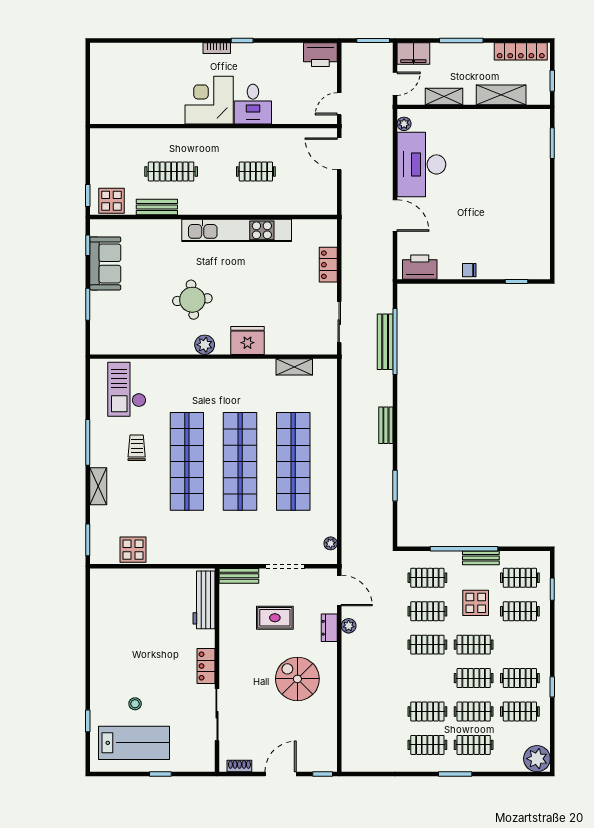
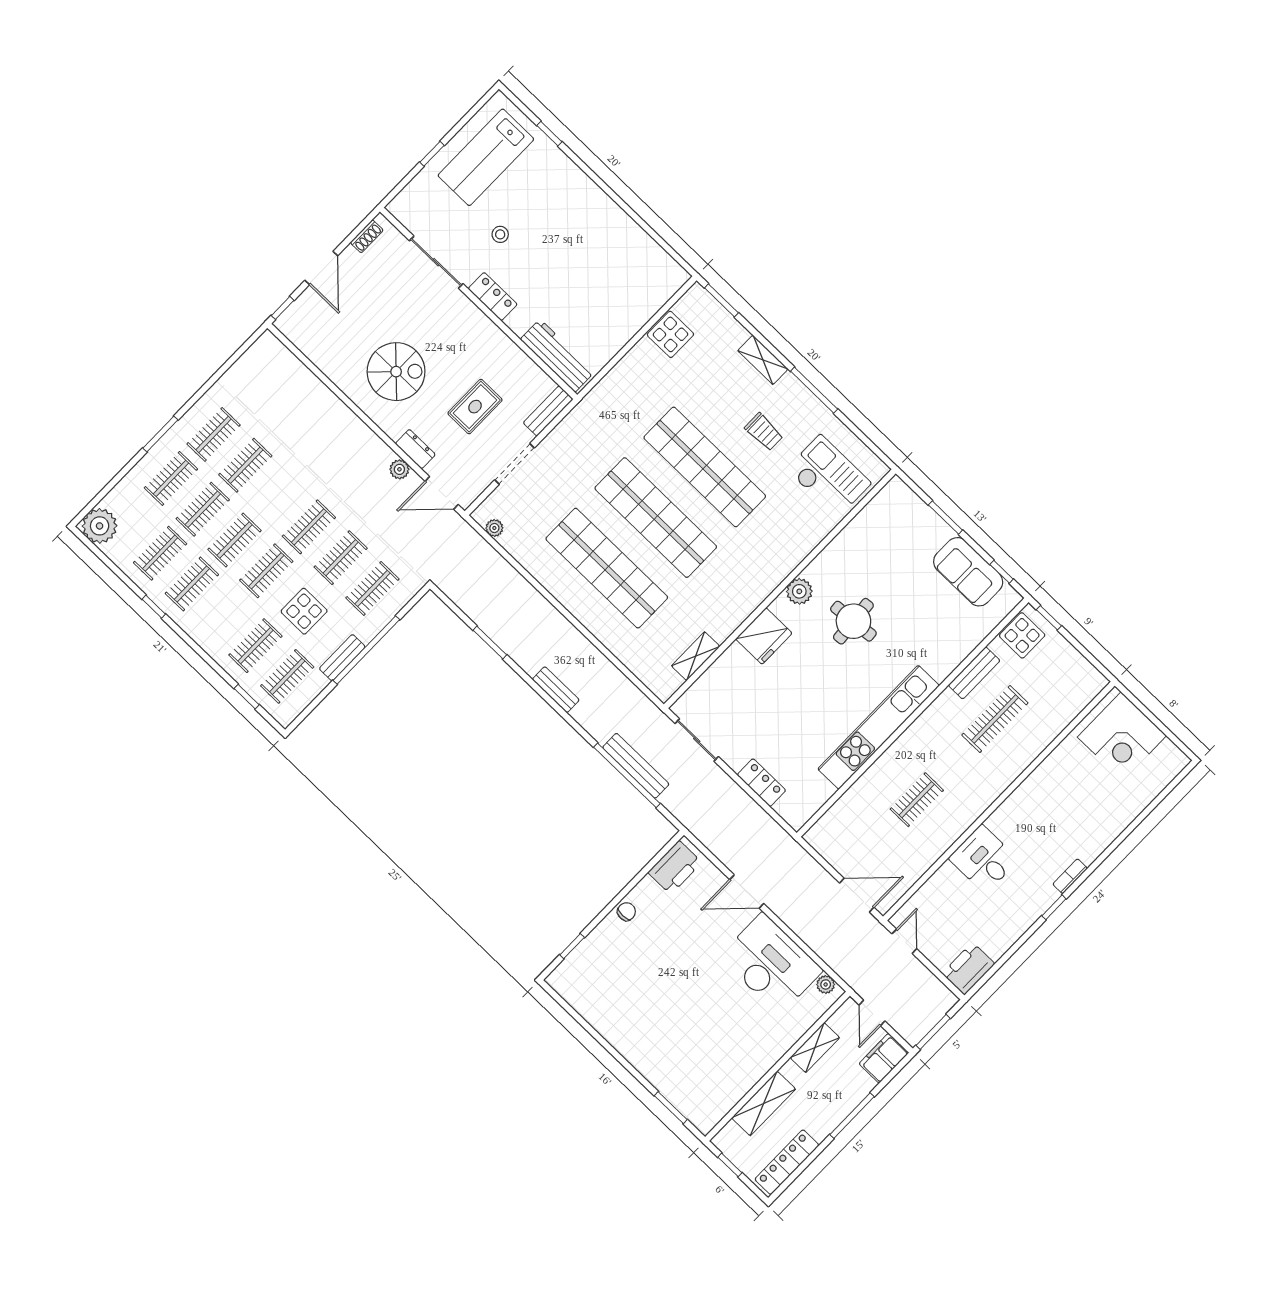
corner desk: (209, 100) -> (1122, 736), moved, turned 90
stool: (135, 704) -> (500, 234), moved

